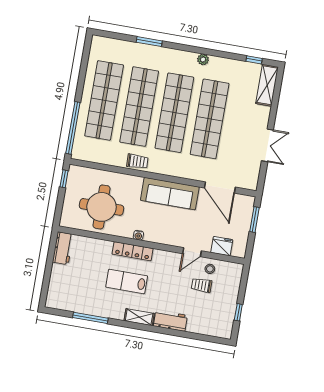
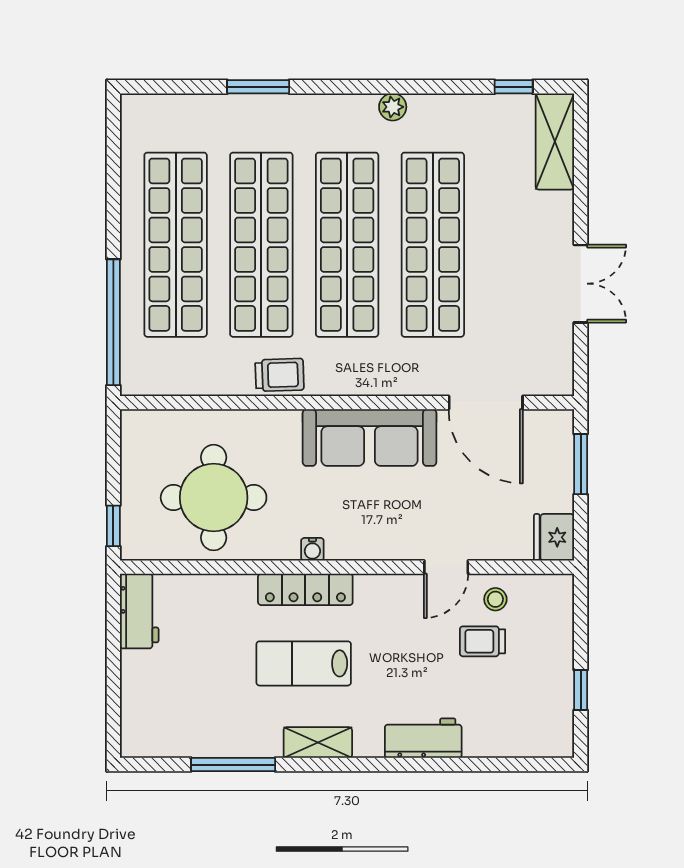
window: (64, 179) -> (113, 526), moved
fridge: (222, 246) -> (554, 537), moved, turned -90
shelving: (139, 317) -> (318, 743), moved

